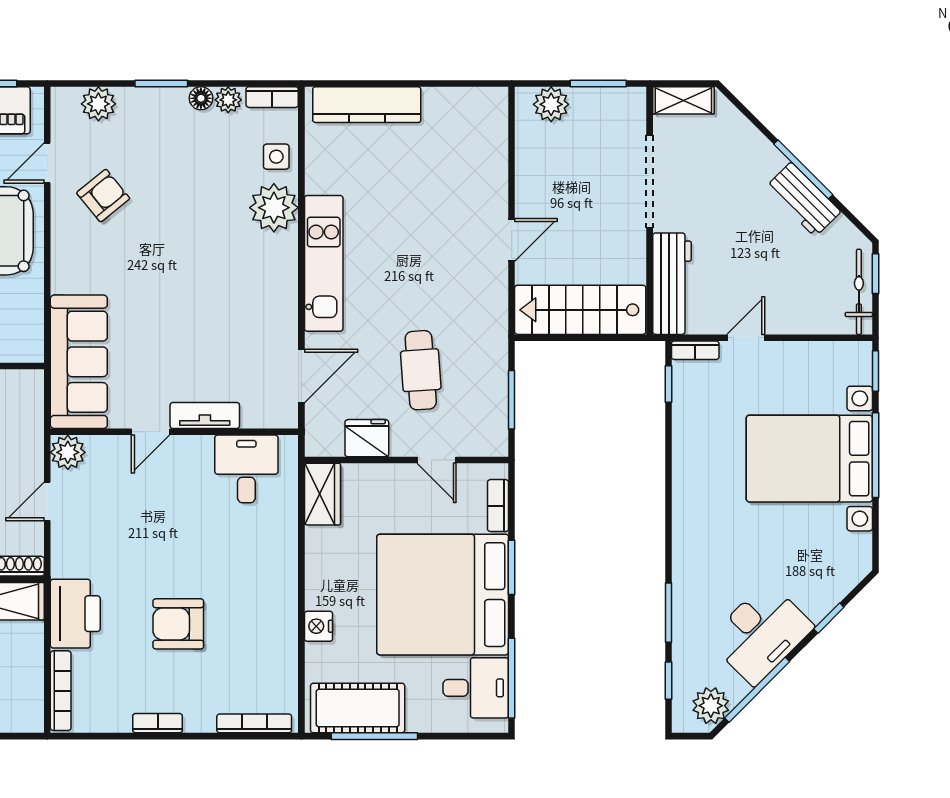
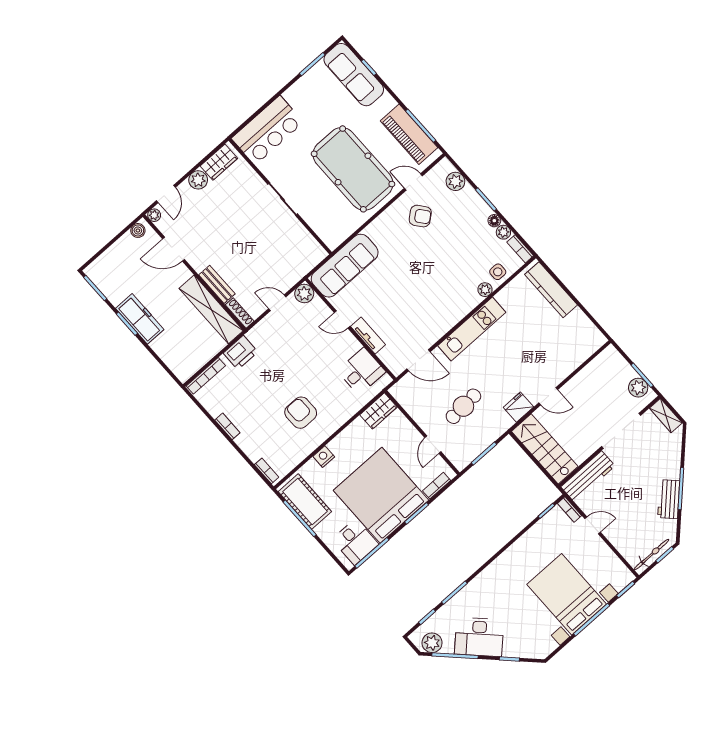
plant: (551, 104) -> (638, 388), moved
plant: (274, 208) -> (485, 290), width x0.53, depth x0.53
fridge: (367, 438) -> (518, 407), moved, turned -90
printer: (75, 614) -> (241, 353), width x0.73, depth x0.84
armchair: (178, 624) -> (301, 413), moved
bookcase: (254, 723) -> (267, 471), width x0.64

